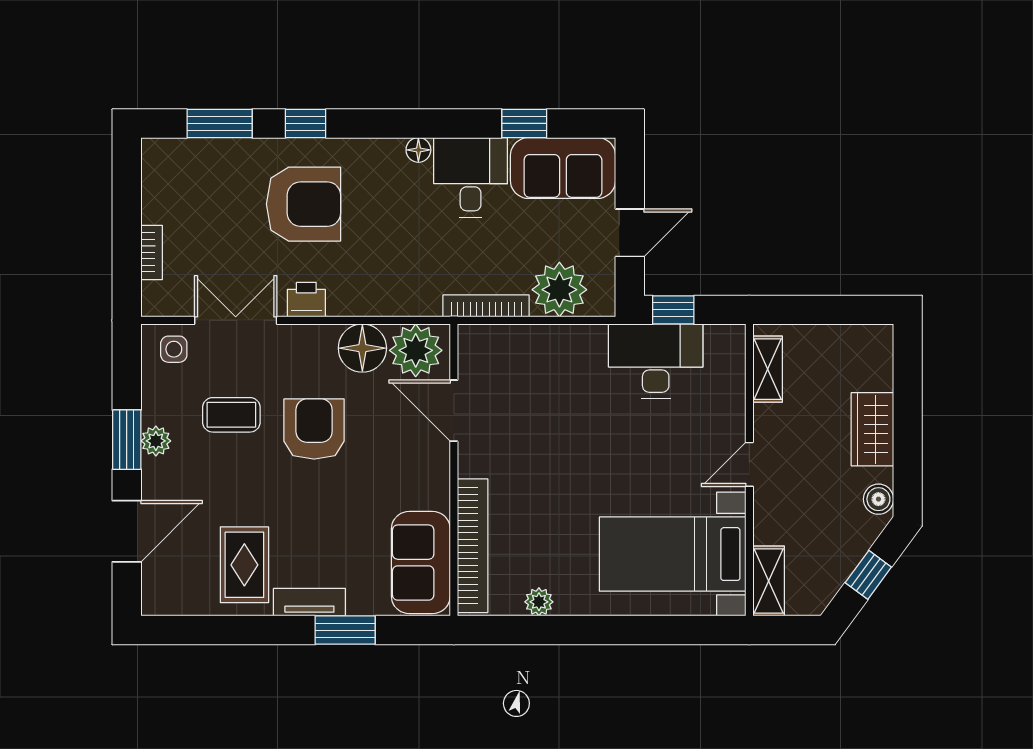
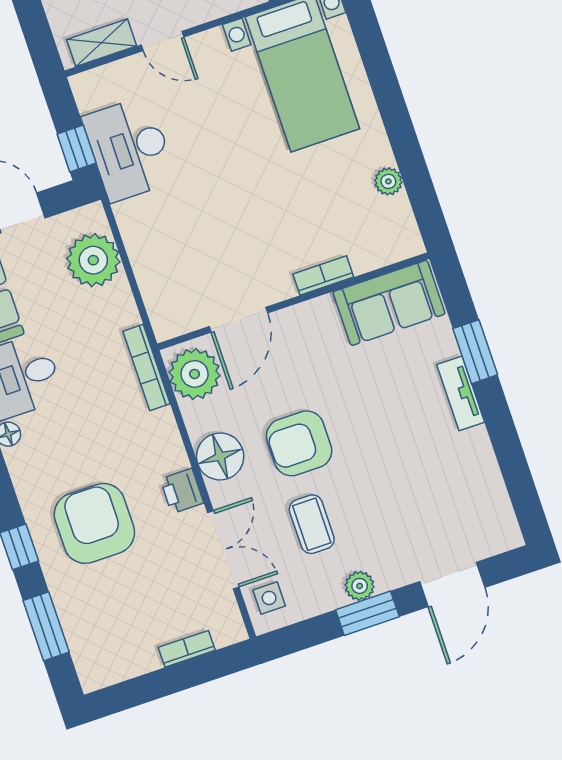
bookcase: (486, 306) -> (147, 367), moved
double door: (236, 320) -> (223, 550), swing flipped
floor lamp: (362, 348) -> (220, 456), moved
door: (749, 464) -> (163, 41), moved
door: (127, 531) -> (452, 585), swing flipped
bookcase: (473, 546) -> (323, 276), width x0.43, depth x0.76
rug: (244, 565) -> (446, 465), removed

